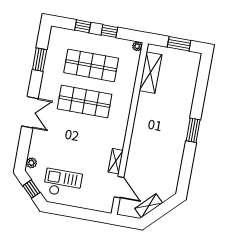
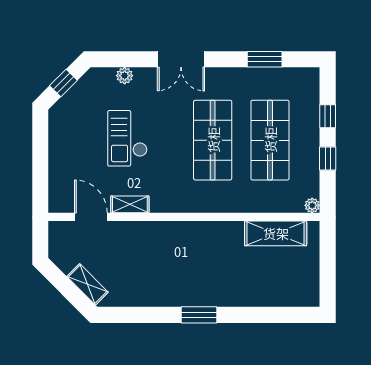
window: (179, 44) -> (328, 269), removed
plant: (31, 163) -> (125, 76), moved
checkout: (63, 183) -> (127, 138), moved, turned 180
door: (119, 187) -> (91, 217), swing flipped
shelving: (149, 206) -> (88, 284), moved

